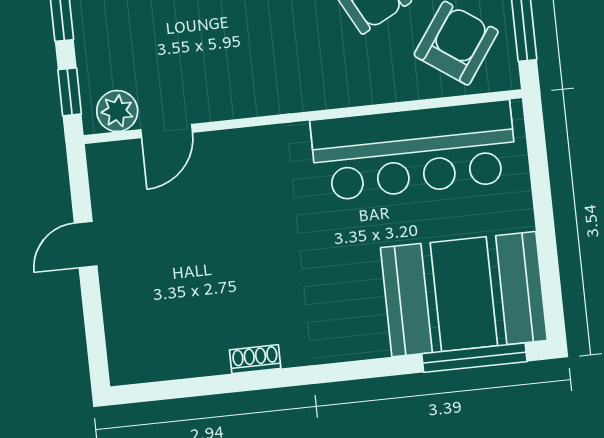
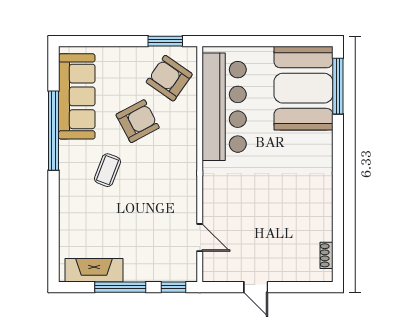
plant: (117, 111) -> (186, 263), removed
shoe rack: (255, 359) -> (326, 255), moved

